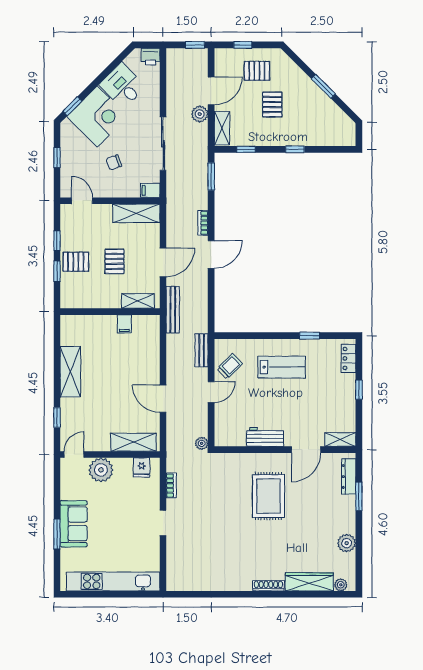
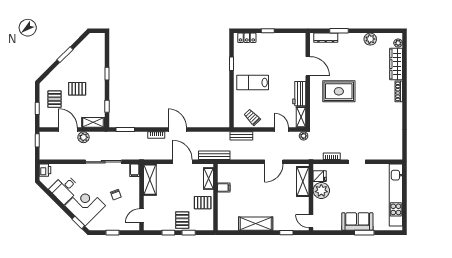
pallet: (115, 261) -> (203, 203), moved
lab bench: (282, 367) -> (253, 83), turned -90
door: (211, 392) -> (282, 130), moved
shelving: (340, 440) -> (301, 117), moved
plant: (101, 470) -> (321, 191), moved

